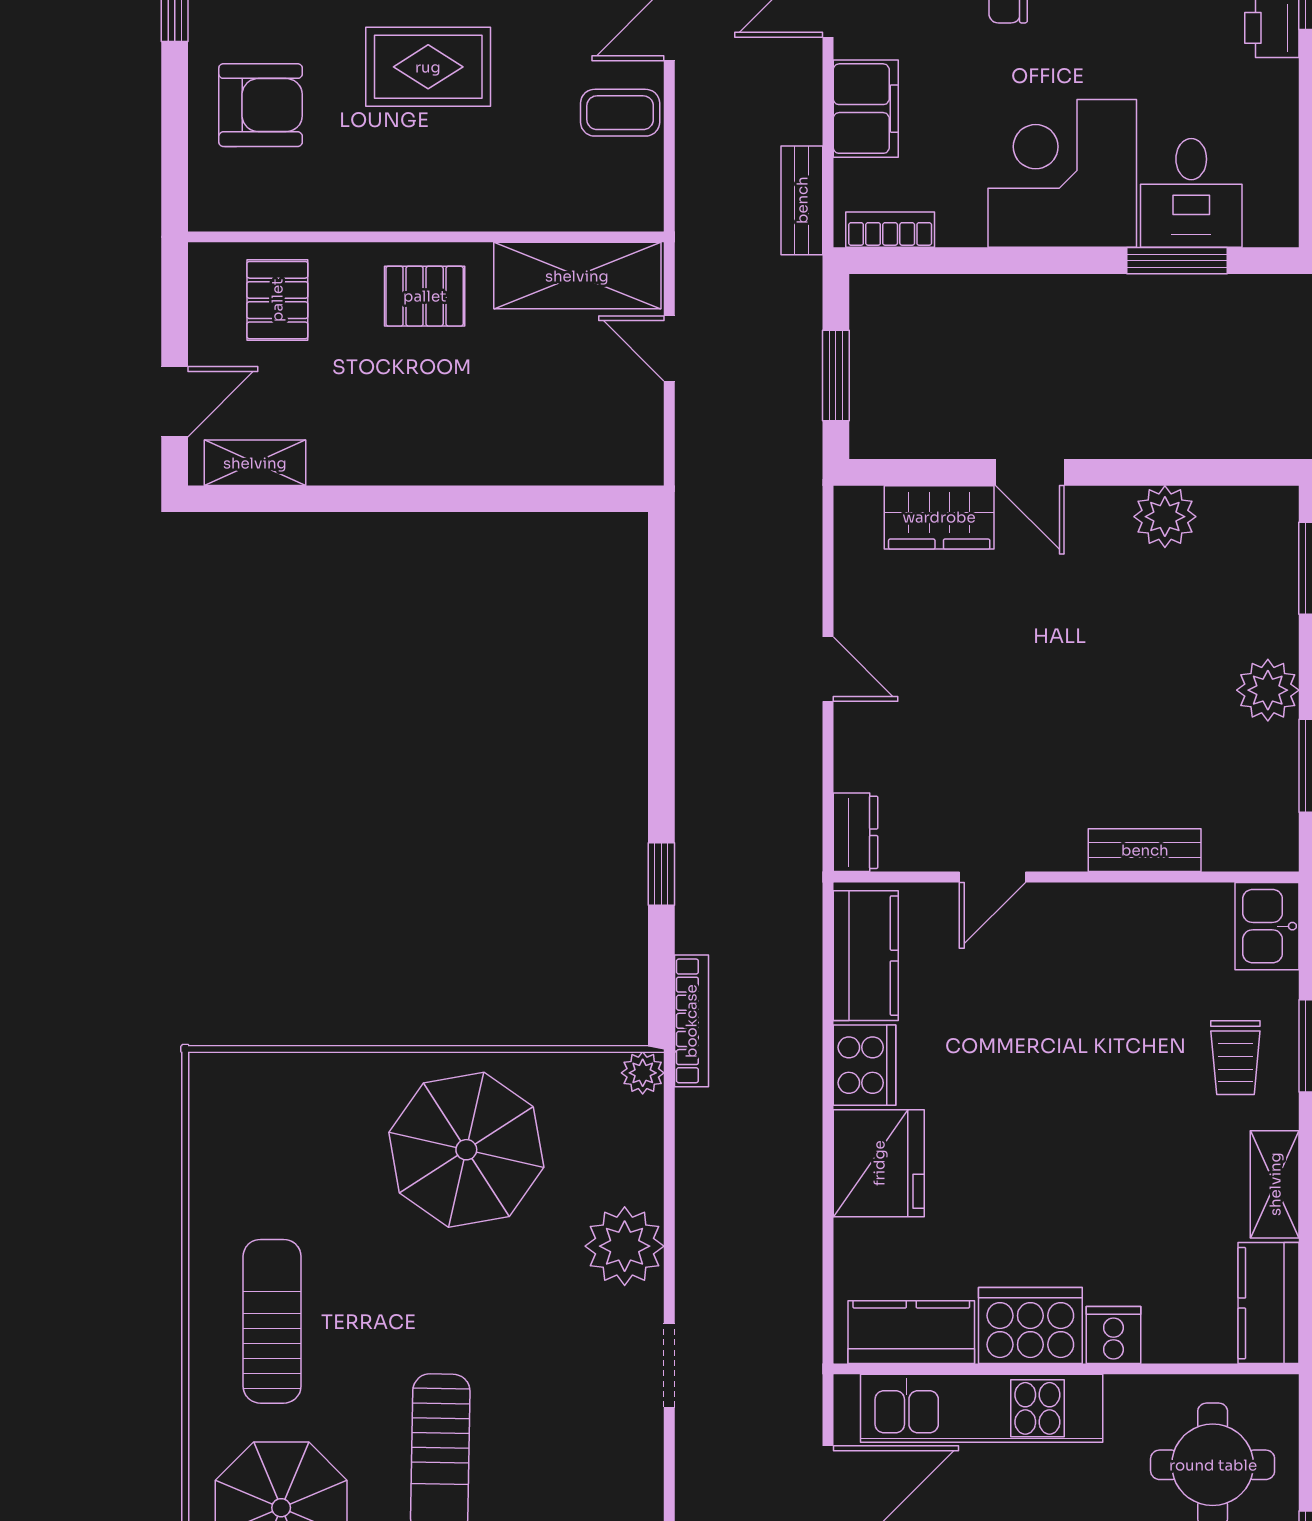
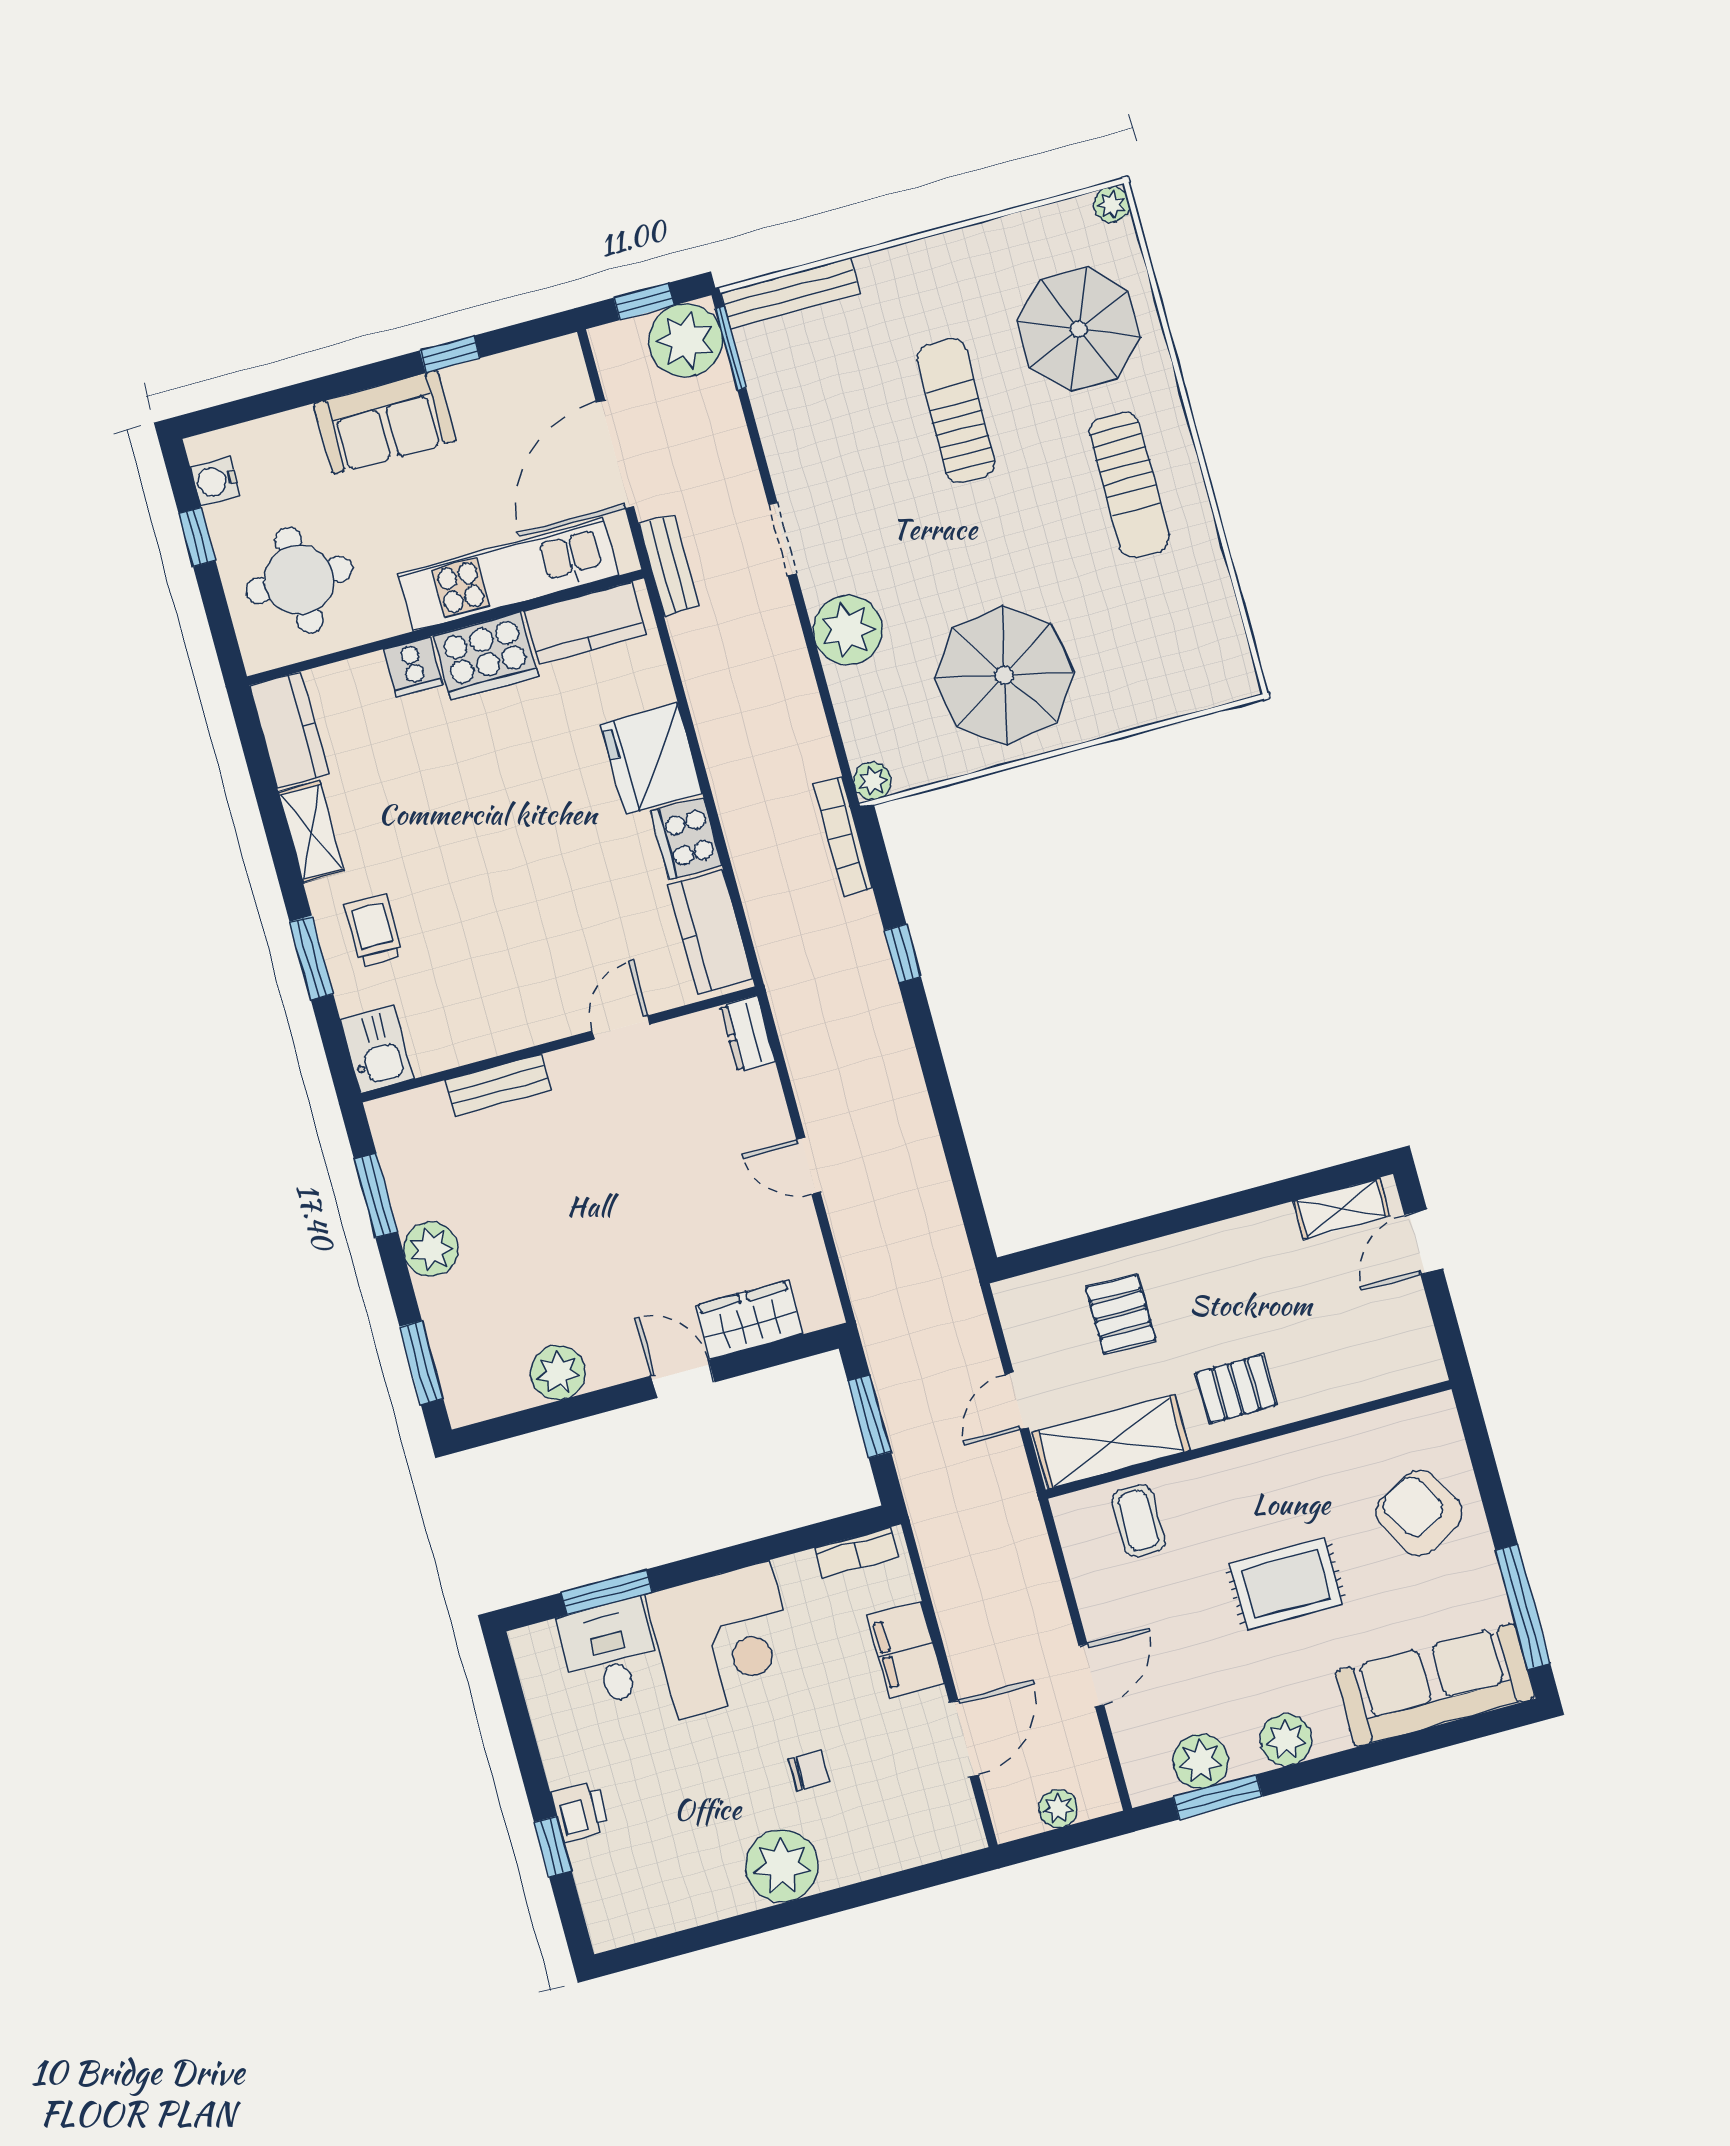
armchair: (261, 105) -> (1419, 1513), turned 61
coffee table: (620, 113) -> (1138, 1521), moved, turned 90
bench: (802, 200) -> (669, 565), moved
pallet: (277, 300) -> (1121, 1314), moved
door: (669, 349) -> (1017, 1401), swing flipped

